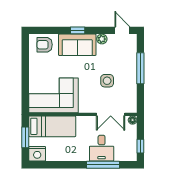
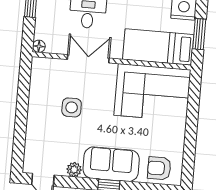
armchair: (45, 45) -> (159, 168), turned 180
window: (140, 68) -> (21, 122), removed
double door: (111, 114) -> (88, 59), moved

